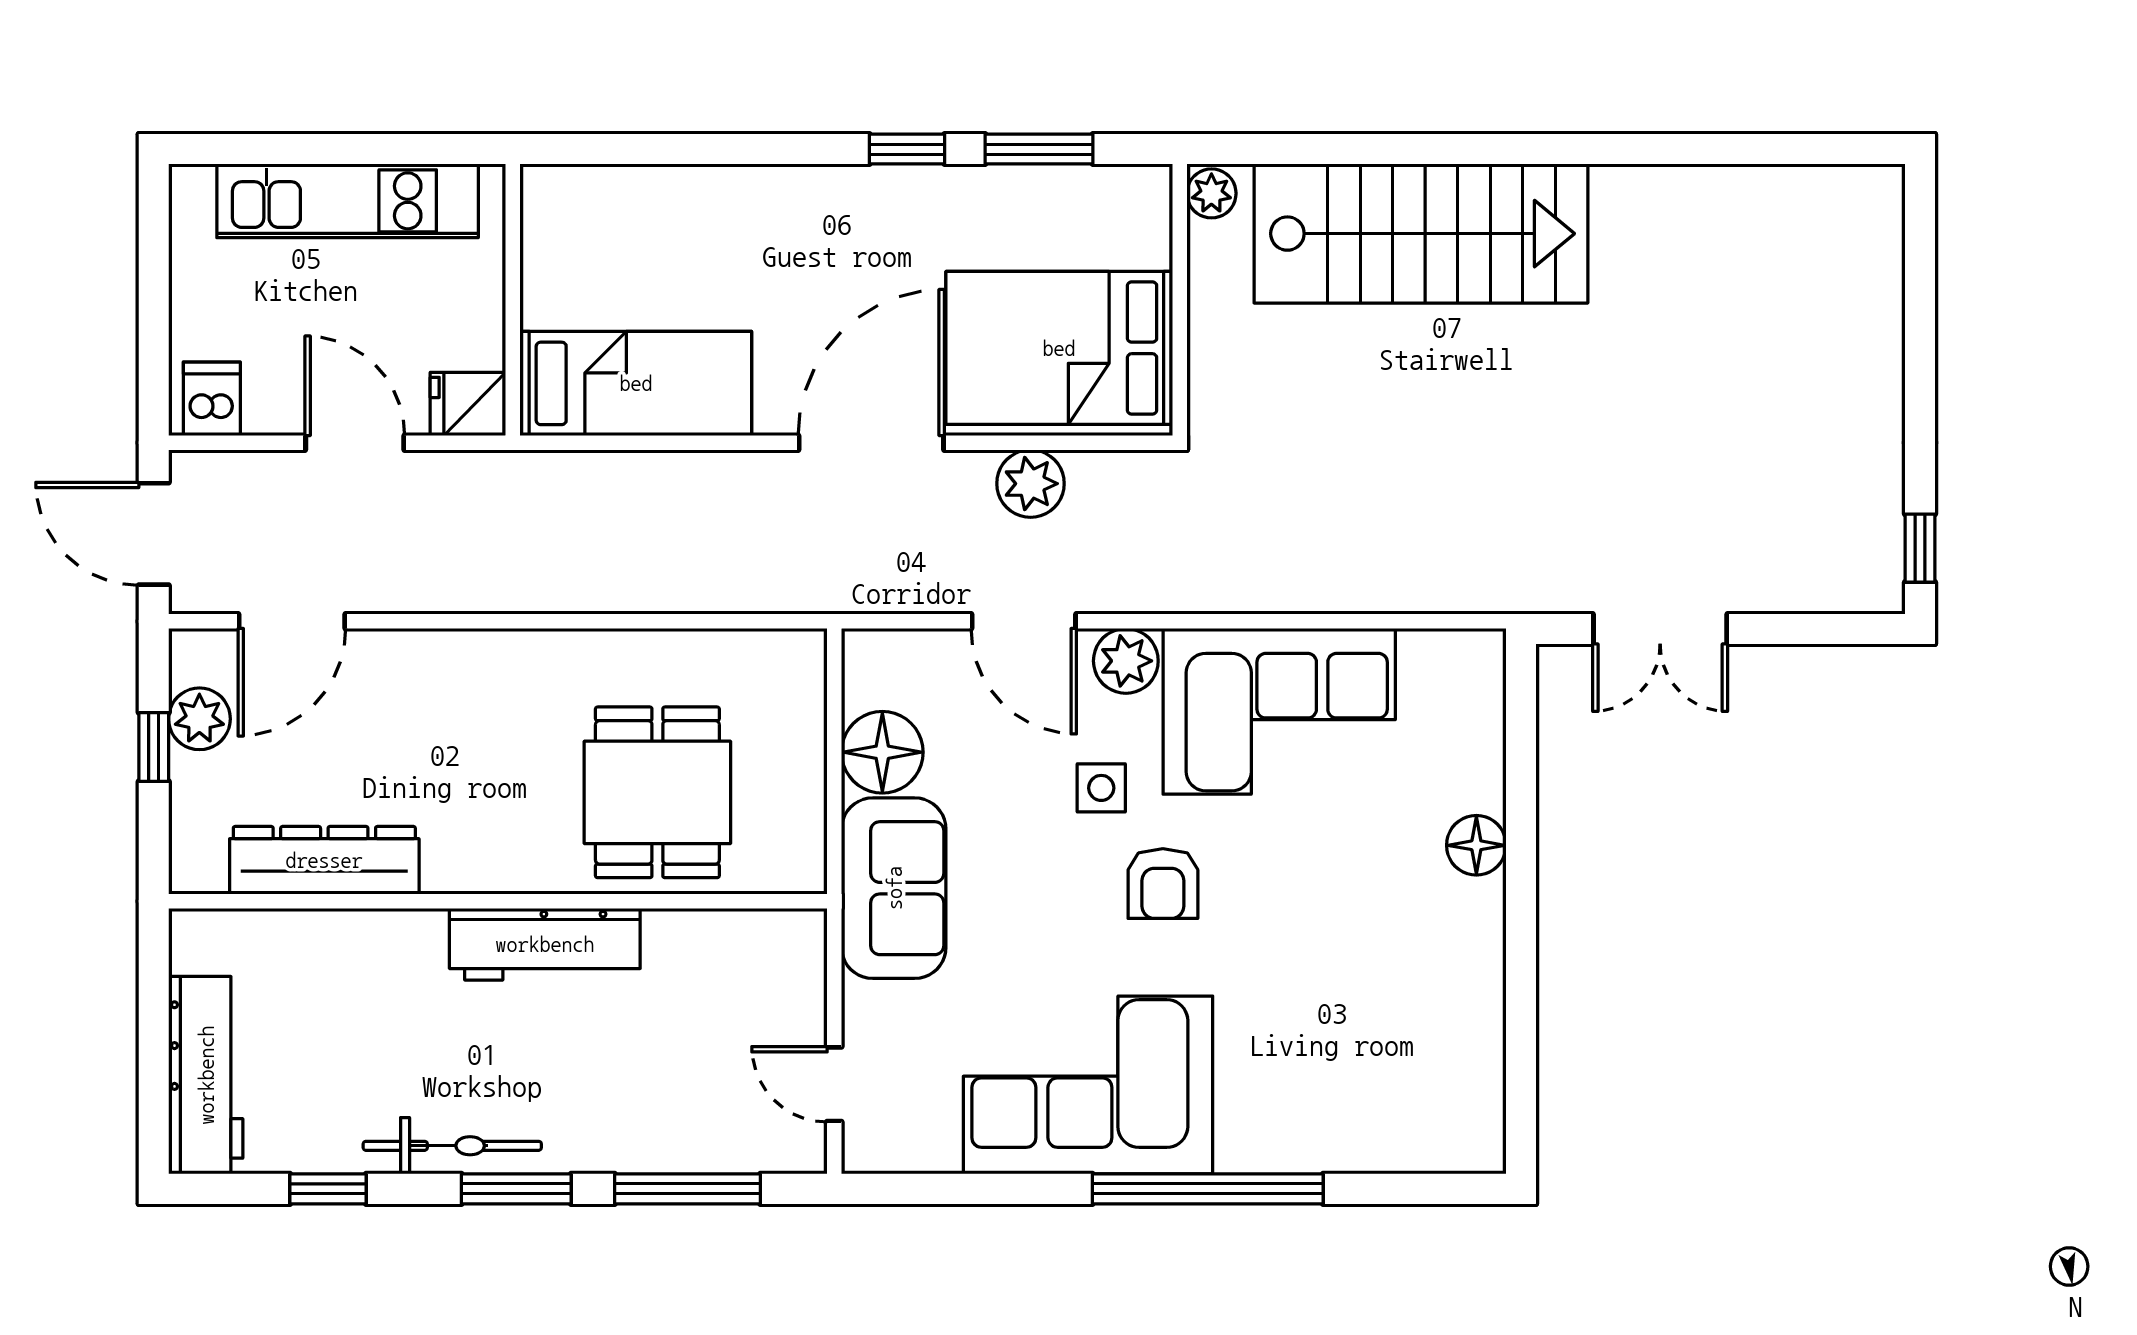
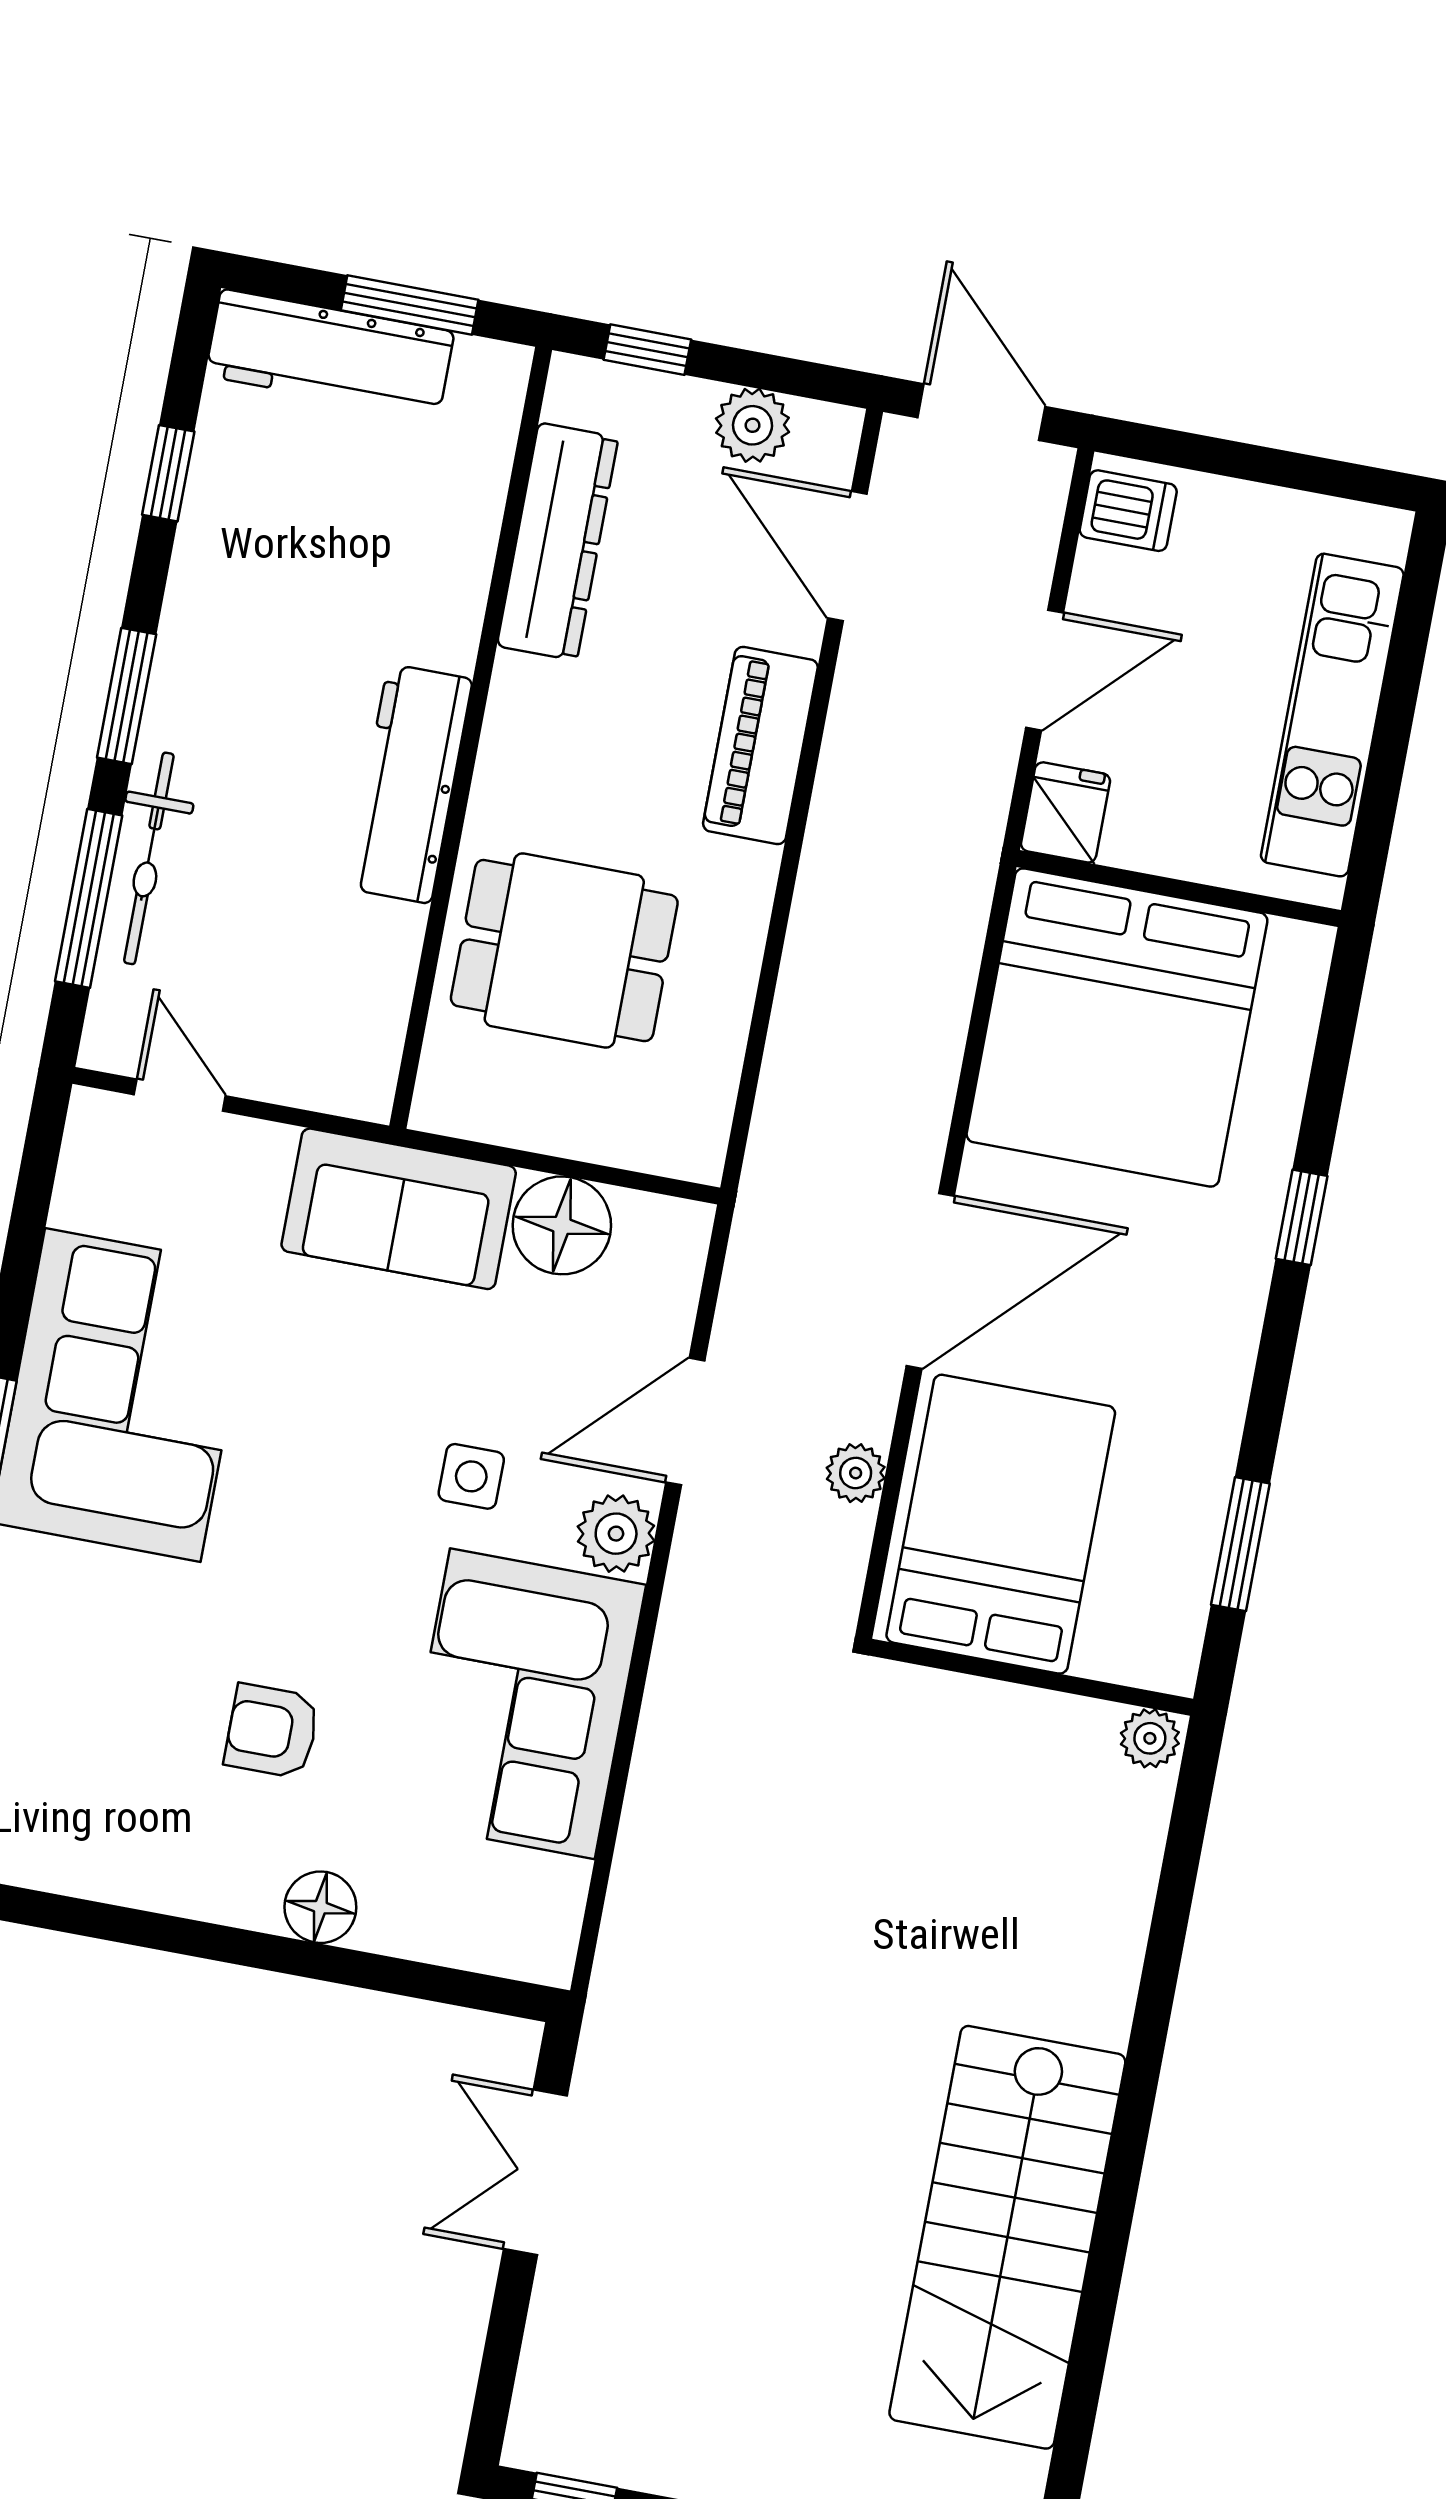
window: (907, 149) -> (1302, 1217), moved
stairs: (1421, 234) -> (1007, 2237), moved
bed: (636, 383) -> (1117, 1027), width x2.04
door: (871, 443) -> (930, 1281), hinge flipped
plant: (1031, 484) -> (856, 1473), width x0.73, depth x0.73
door: (154, 534) -> (981, 412), hinge flipped
piano: (460, 663) -> (760, 745), added
window: (154, 747) -> (647, 350), moved
armchair: (1163, 884) -> (272, 1731), moved
window: (154, 1017) -> (410, 305), added
door: (834, 1084) -> (180, 1095), hinge flipped
bicycle: (452, 1146) -> (149, 858), moved

